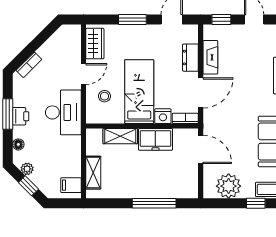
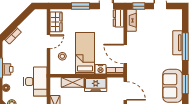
fireplace: (210, 57) -> (131, 20), moved
dresser: (190, 58) -> (119, 18), moved
door: (201, 93) -> (125, 54), swing flipped
desk: (63, 112) -> (35, 82), moved

